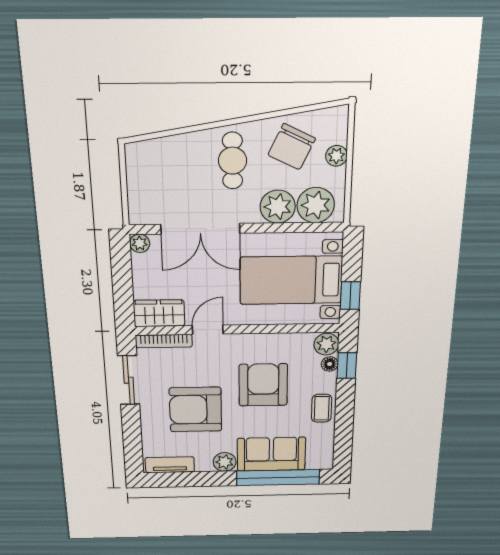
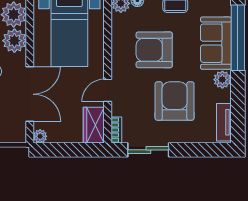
door: (208, 330) -> (108, 90), hinge flipped
bookcase: (164, 341) -> (116, 130), width x0.64
armchair: (196, 410) -> (175, 101), turned 180

